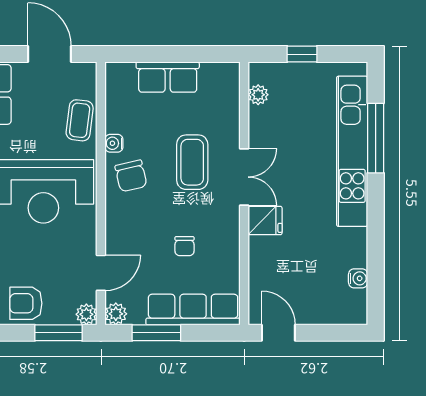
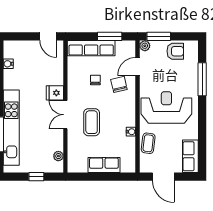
chair: (131, 176) -> (119, 84), moved
plant: (116, 314) -> (130, 46), removed

